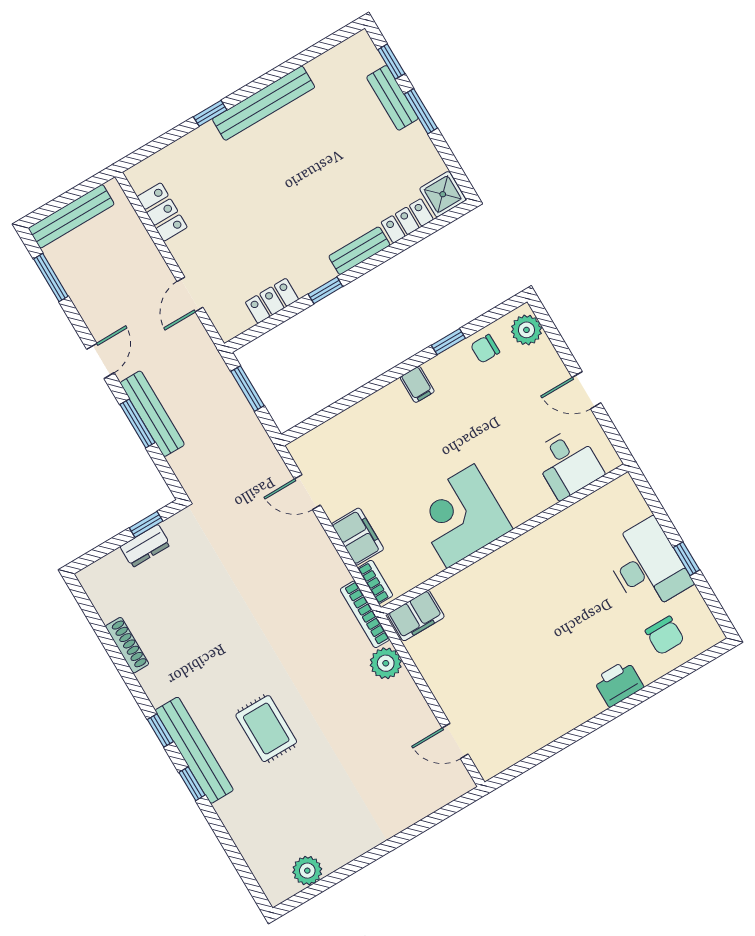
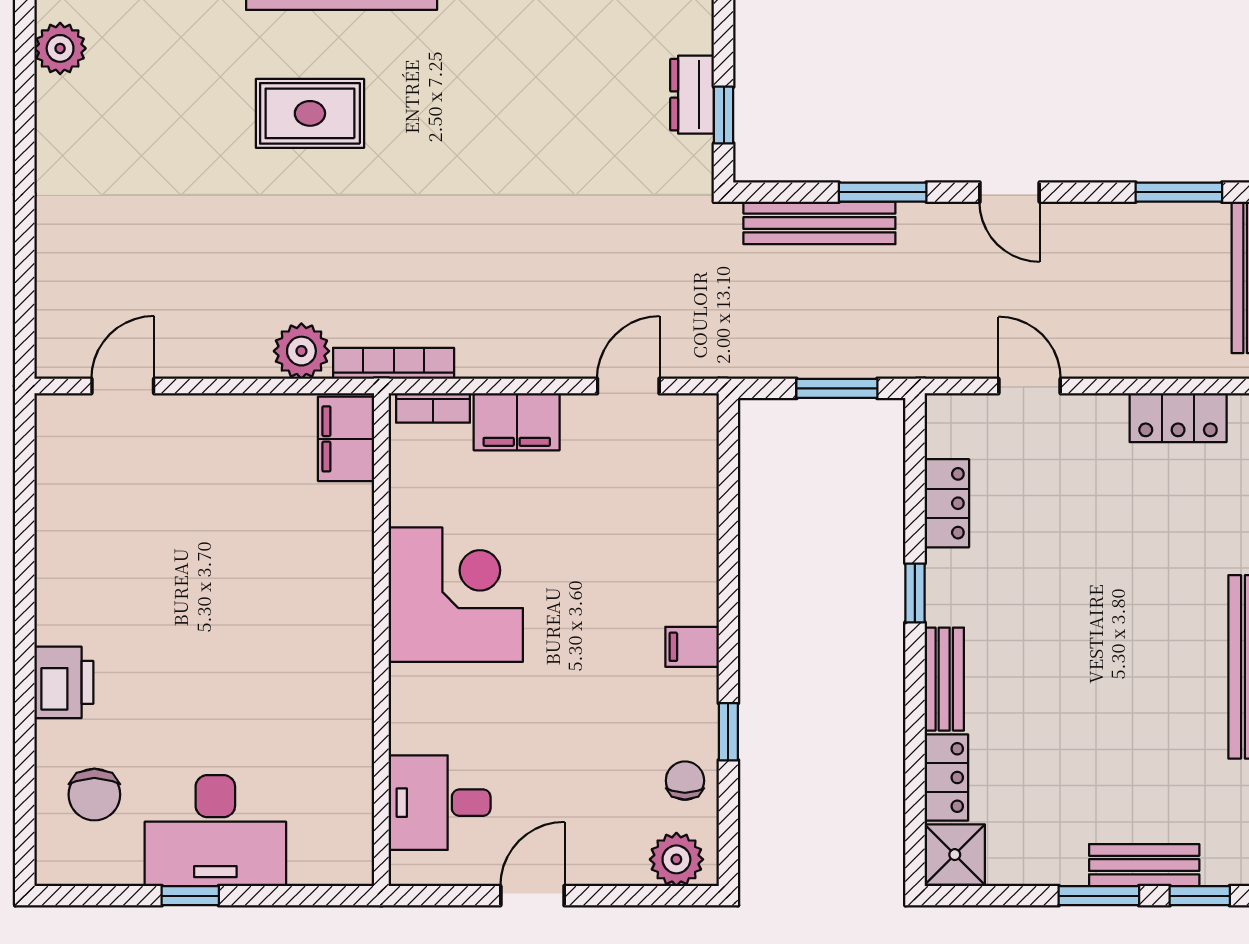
bench: (152, 414) -> (819, 223), moved
chair: (665, 636) -> (94, 795), turned -90

